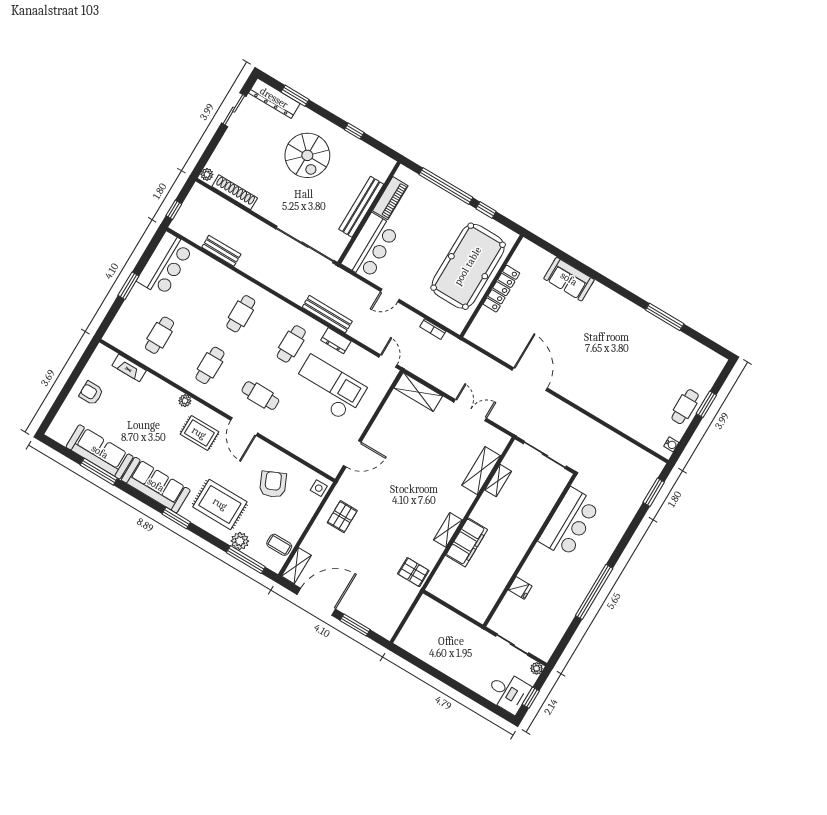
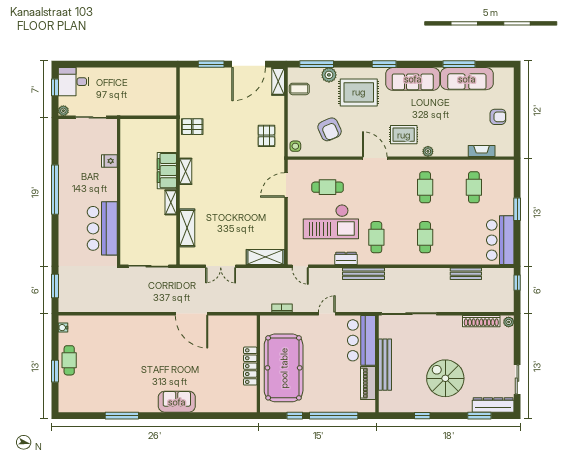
sofa: (569, 279) -> (177, 402), moved
cafe table: (260, 396) -> (328, 187), moved
shelving: (498, 481) -> (171, 202), moved

